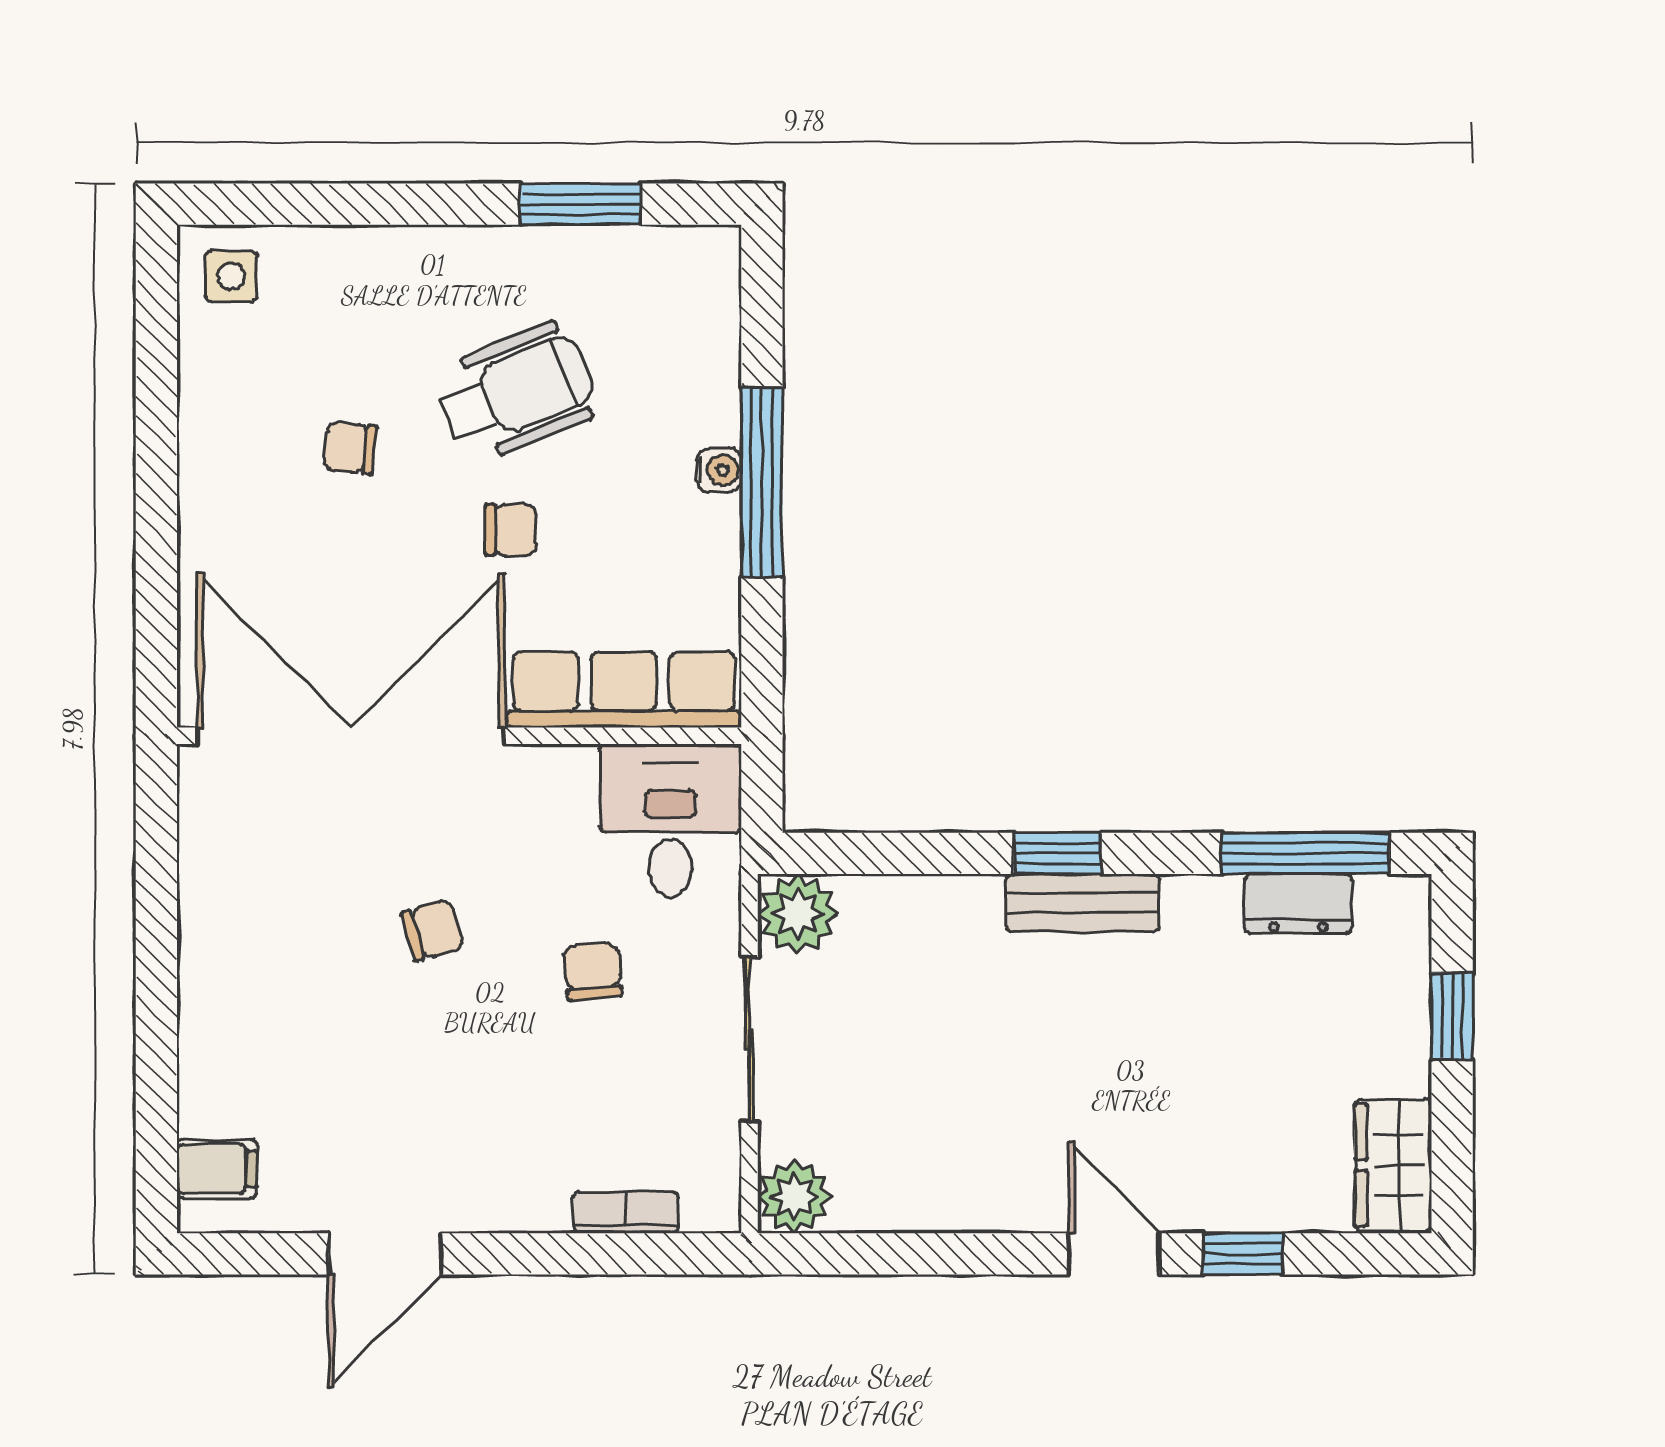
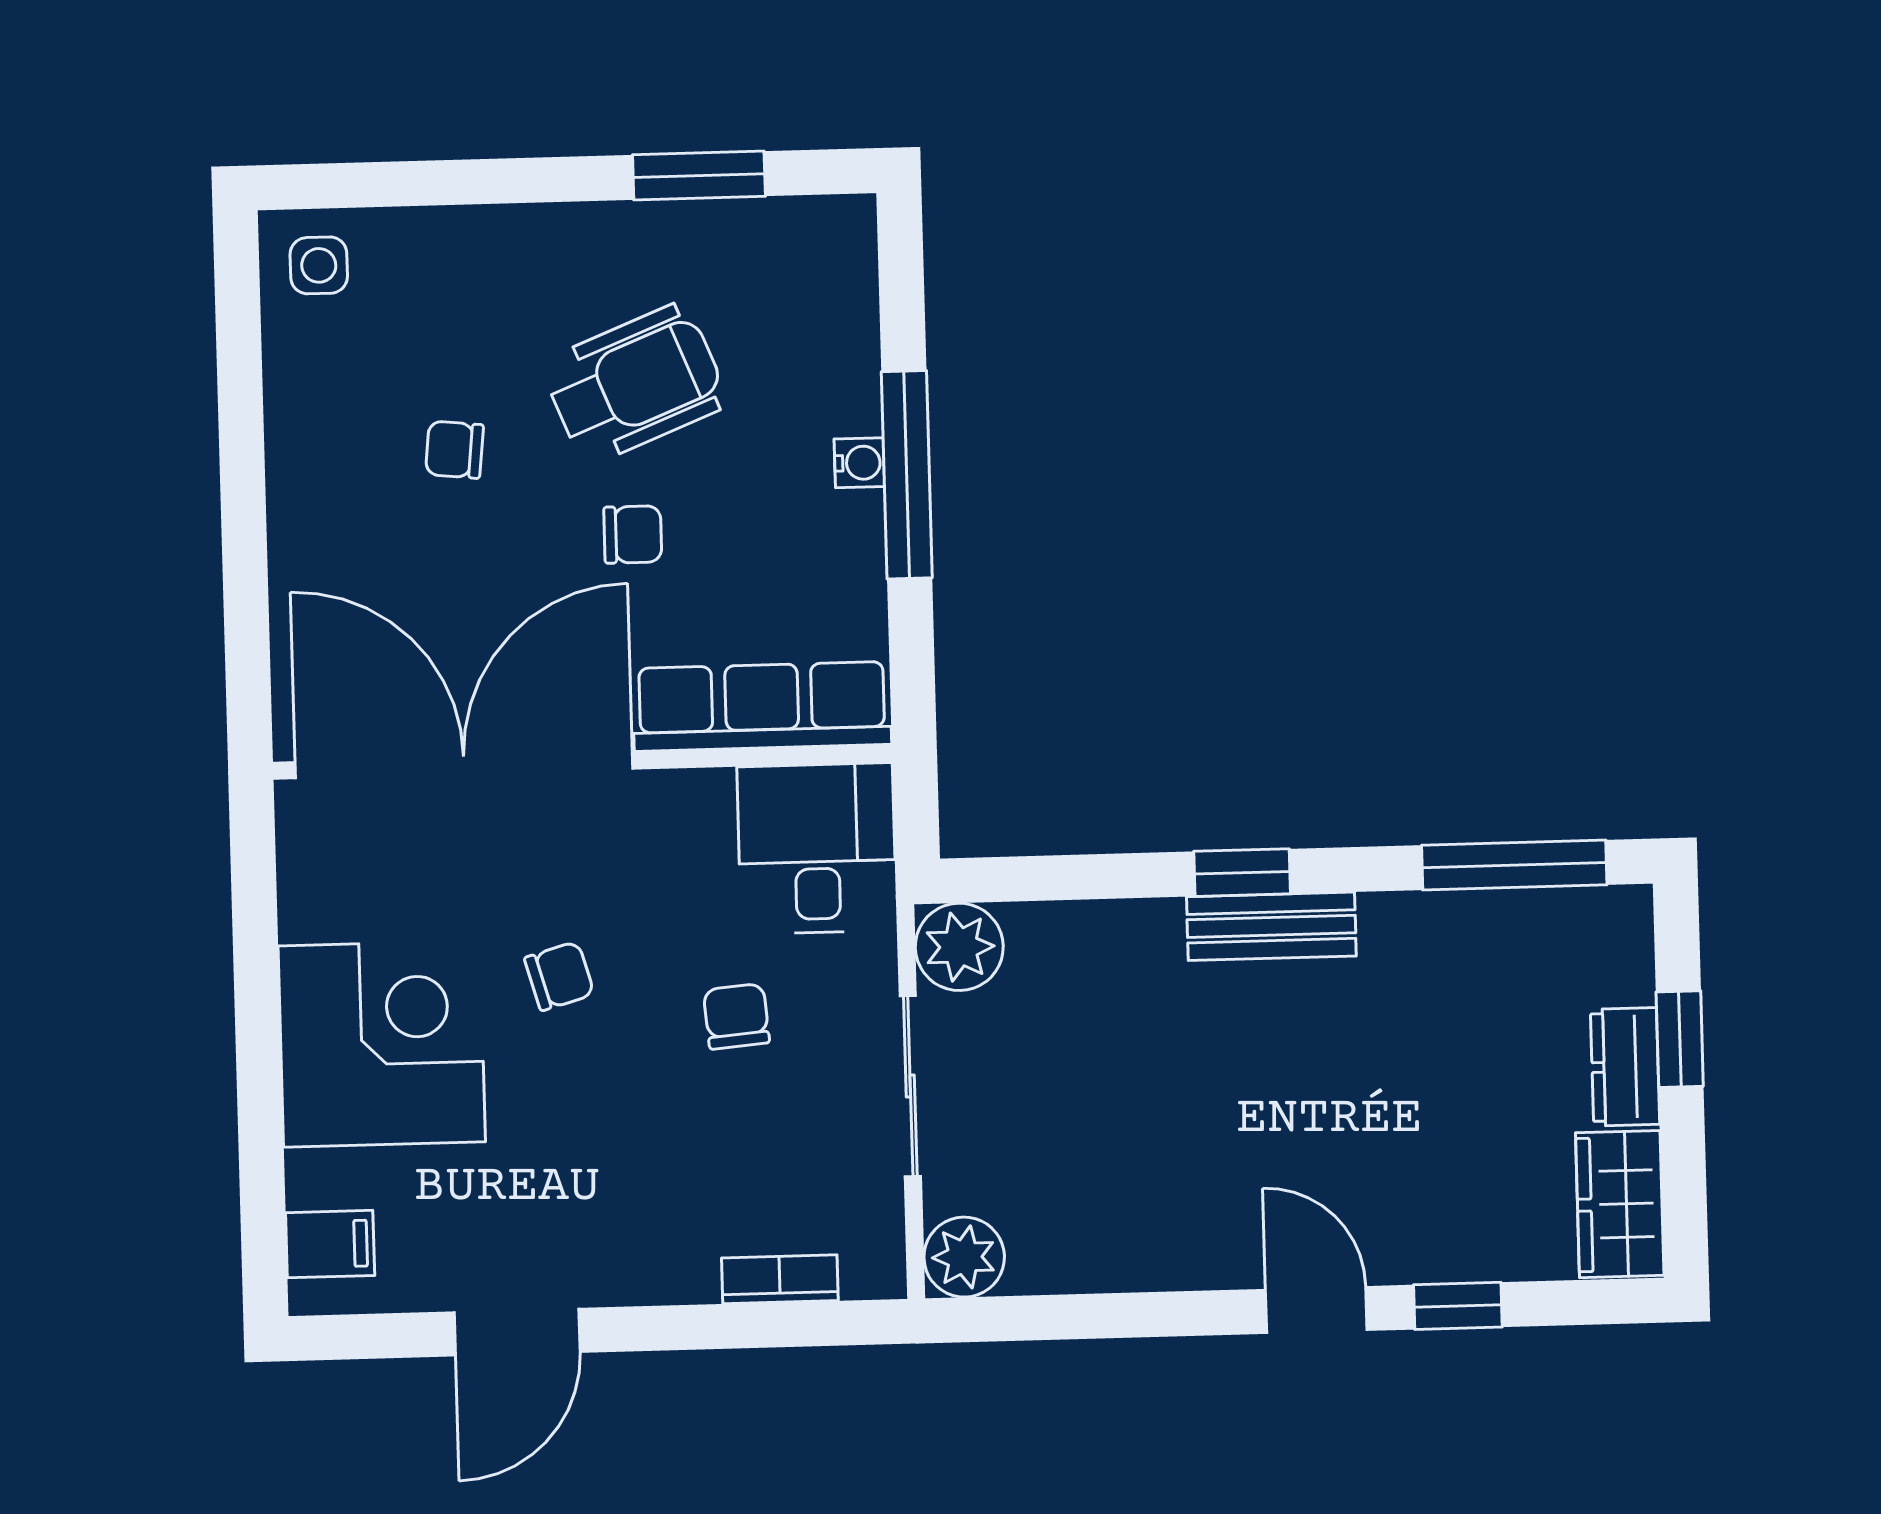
dresser: (1298, 904) -> (1625, 1067), moved, turned 90
corner desk: (269, 987) -> (382, 1044), added

